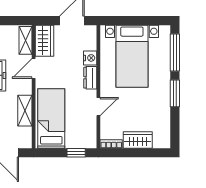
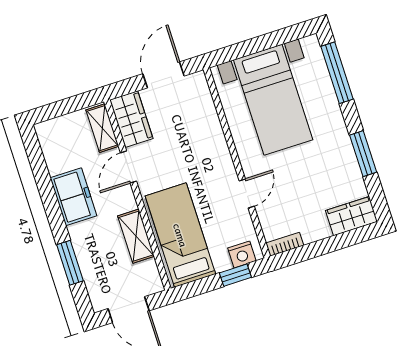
nightstand: (90, 58) -> (242, 254), moved, turned 90
dresser: (90, 78) -> (220, 153), removed
window: (175, 93) -> (363, 154), moved
wardrobe: (138, 140) -> (352, 216), moved

